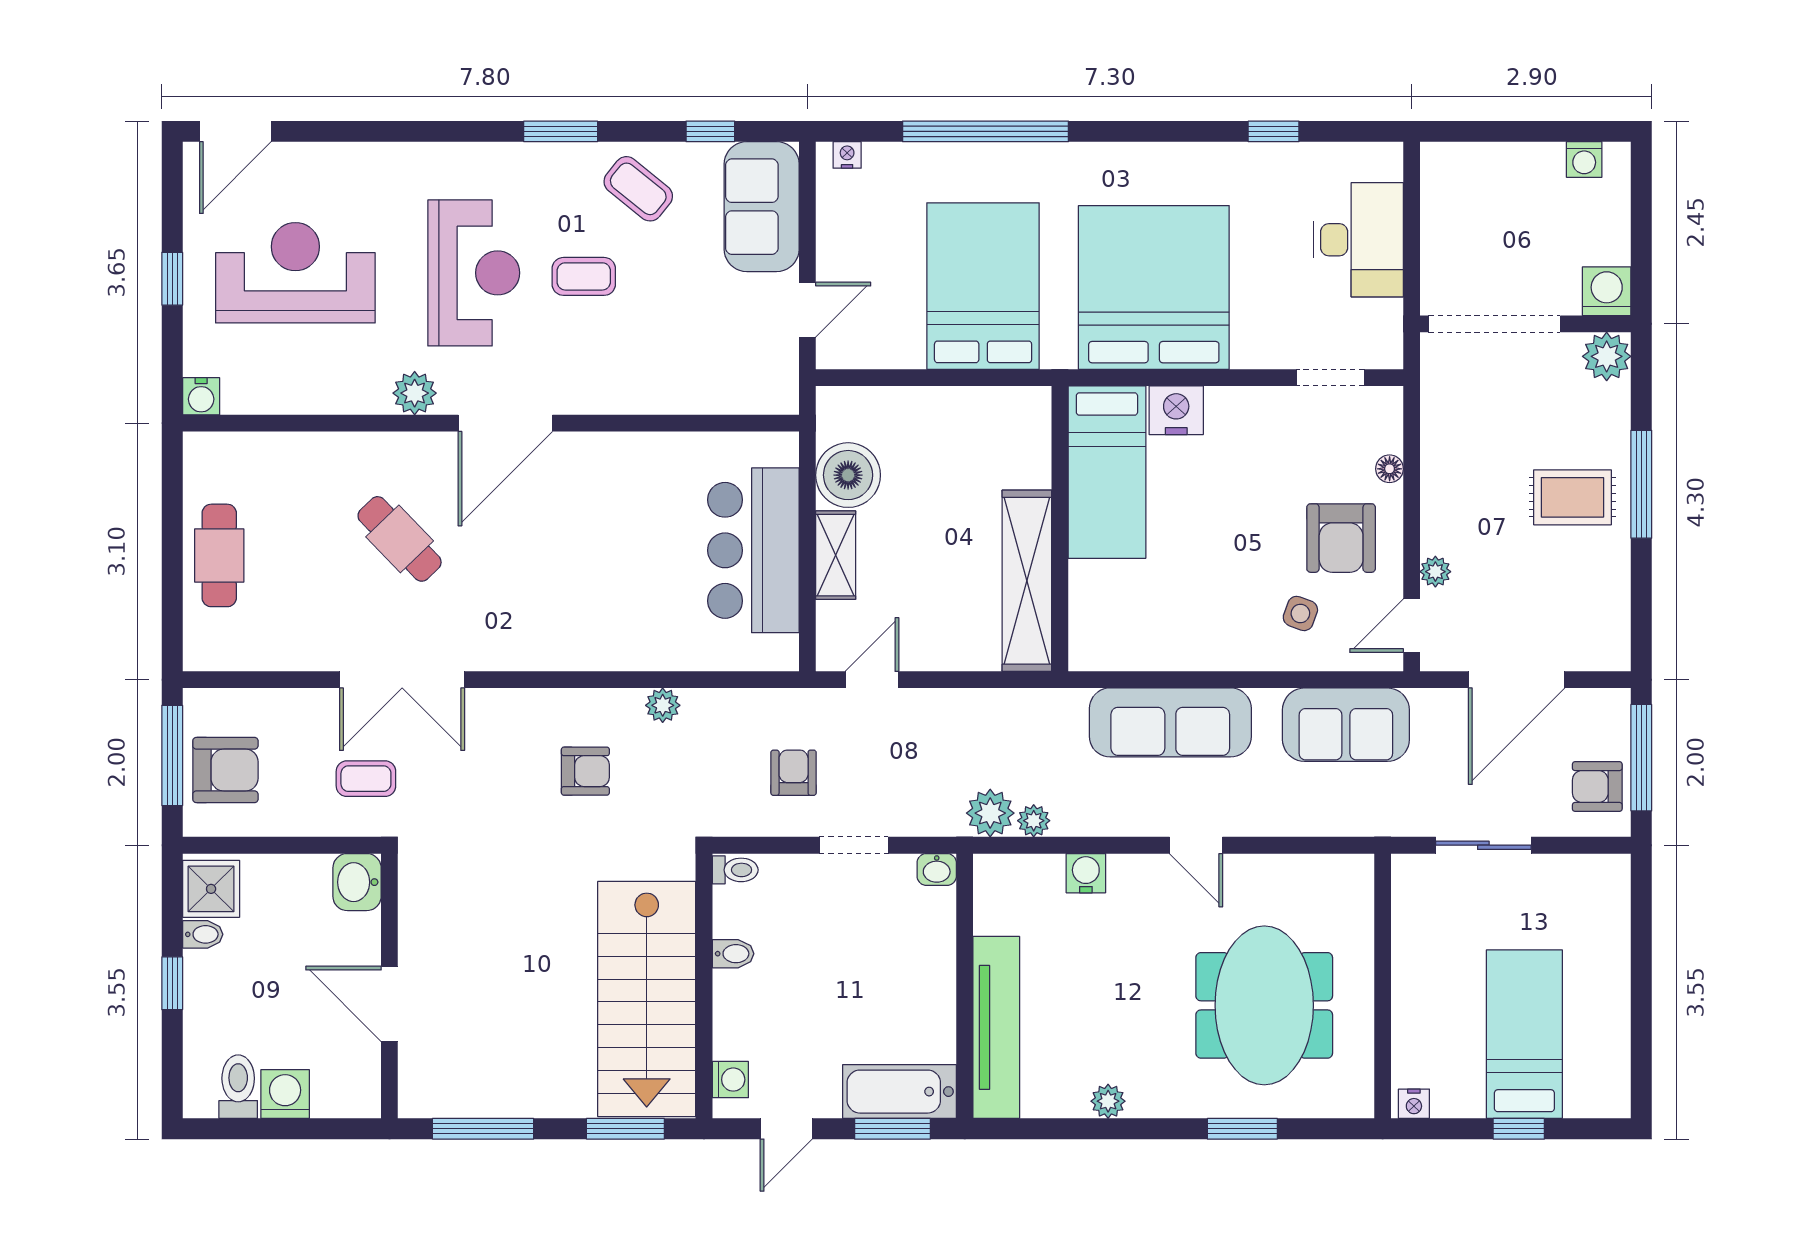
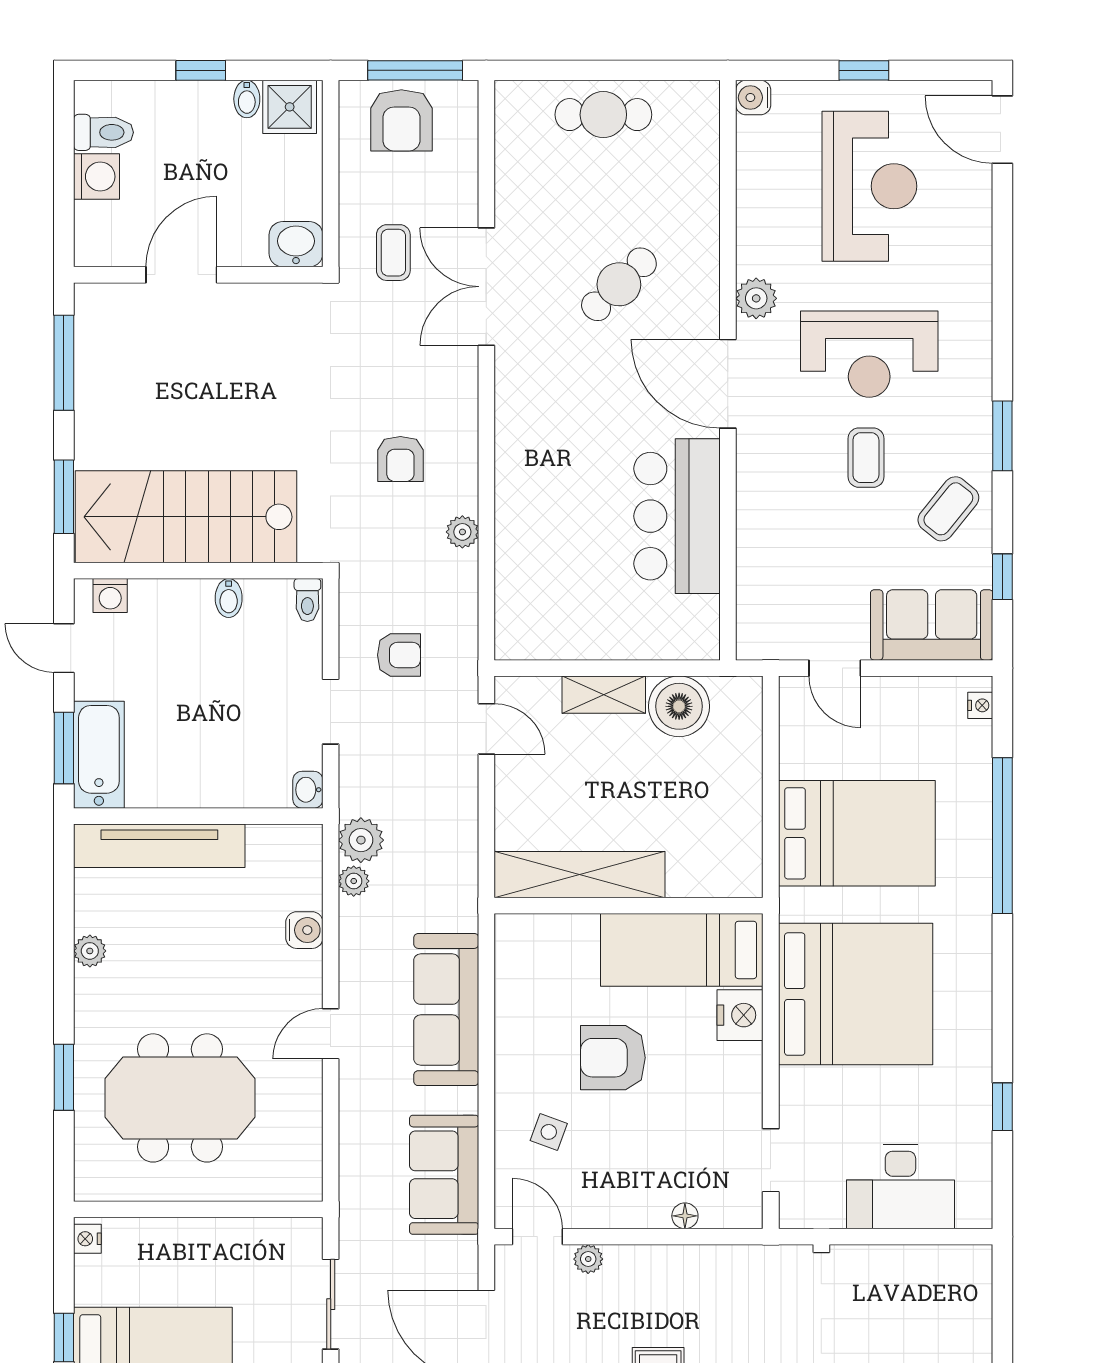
armchair: (1341, 538) -> (613, 1058), moved
bar counter: (753, 550) -> (677, 516), moved, turned -90

